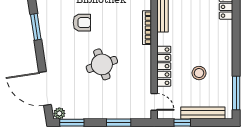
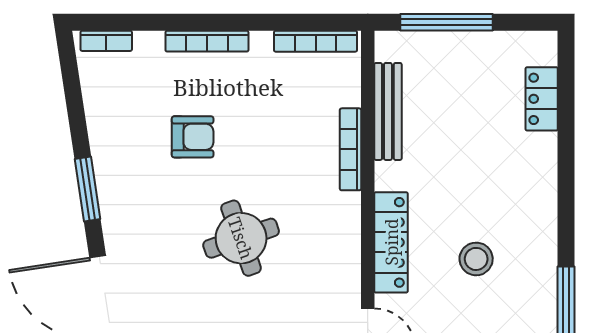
window: (36, 27) -> (87, 189), moved

